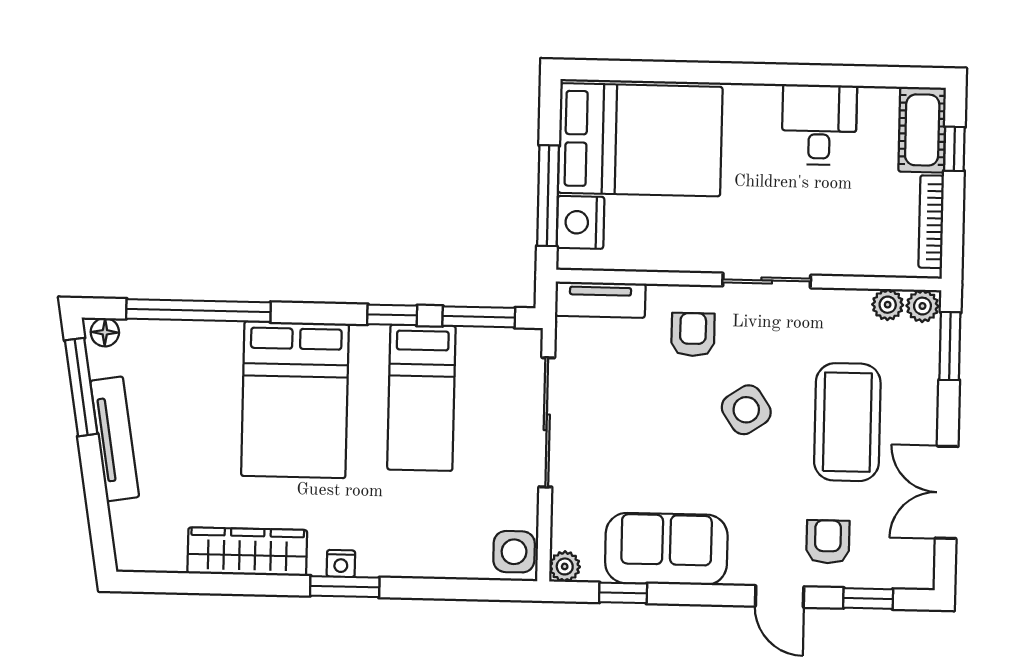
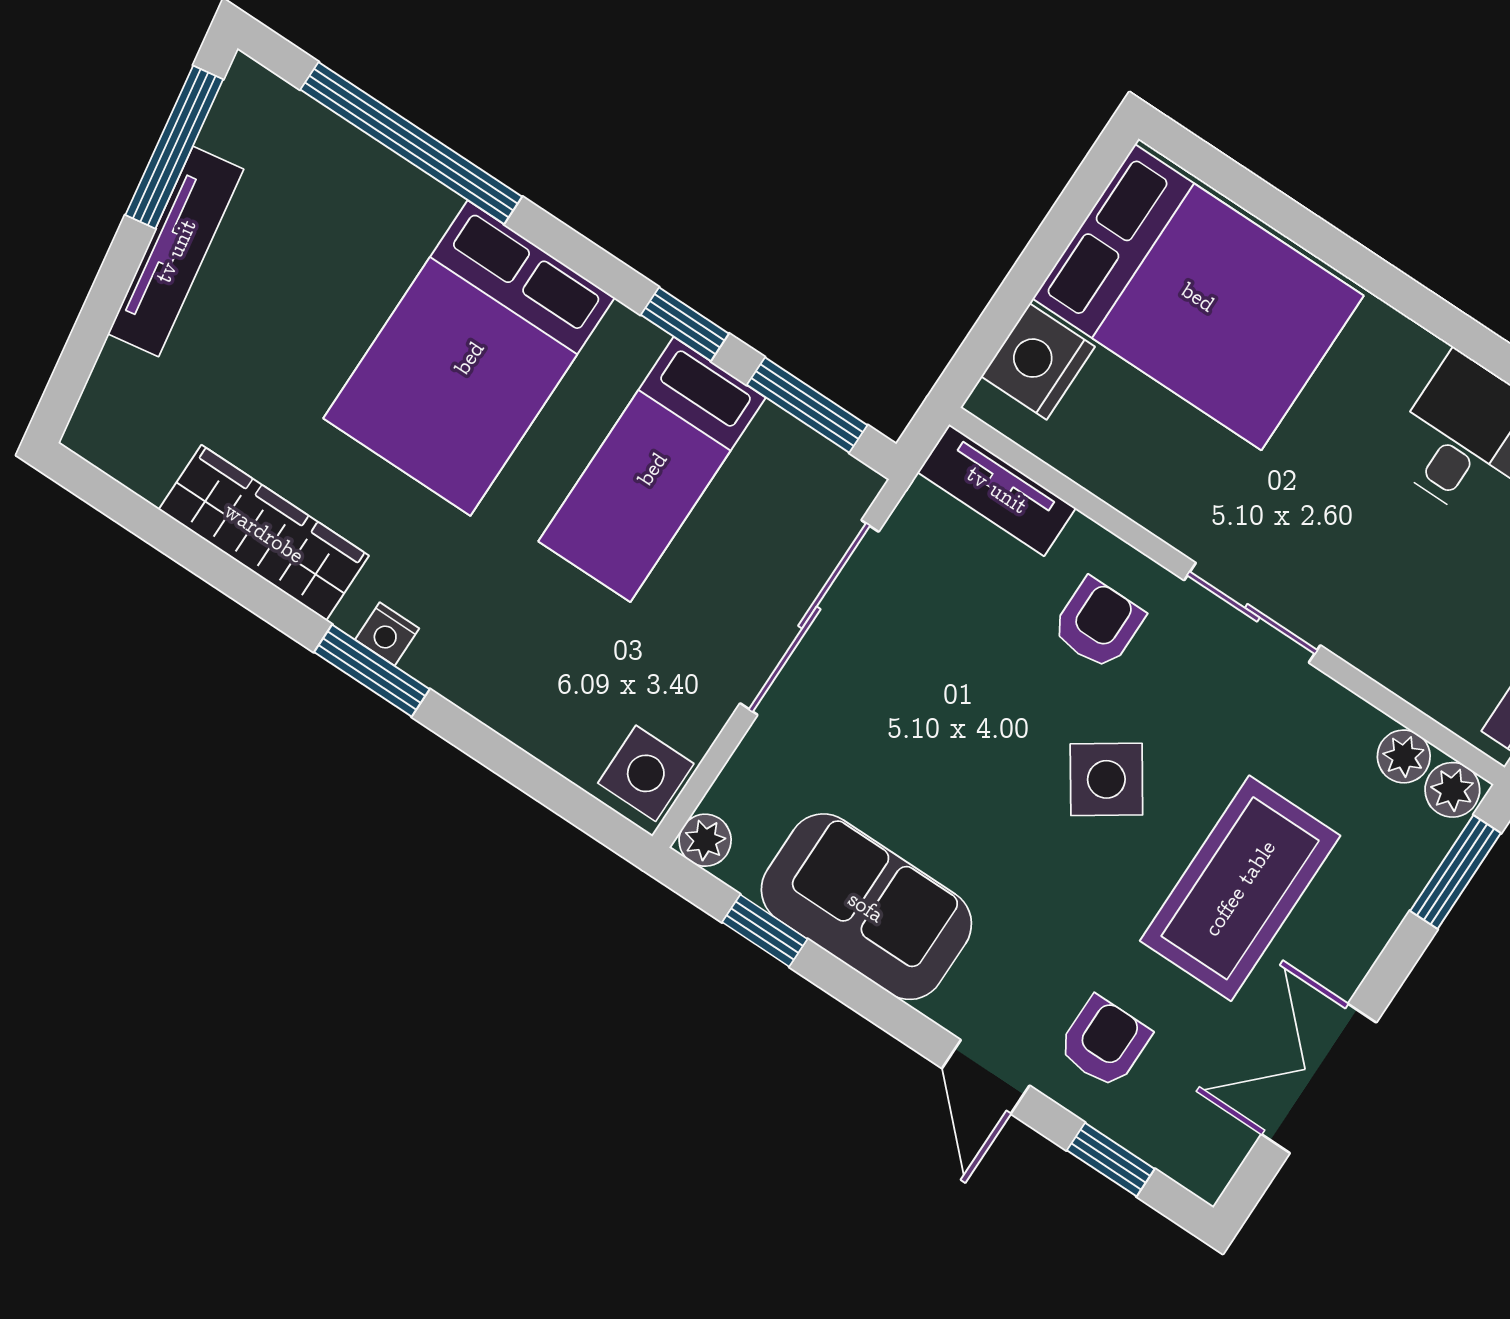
window: (548, 196) -> (1016, 294), removed
floor lamp: (105, 332) -> (258, 90), removed

